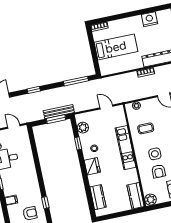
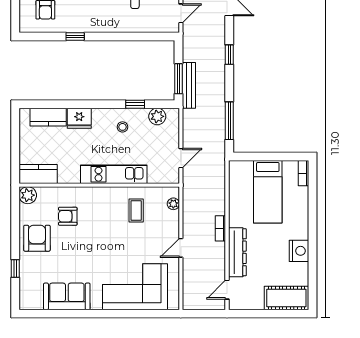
side table: (155, 154) -> (95, 216), removed
fridge: (92, 166) -> (79, 118), moved
window: (45, 203) -> (75, 36), moved

